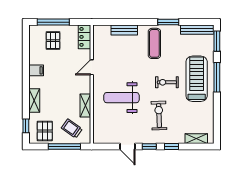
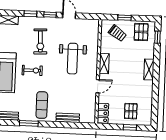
window: (53, 22) -> (130, 127), width x0.46
filing cabinet: (36, 70) -> (147, 86), removed
weight bench: (121, 98) -> (73, 59), turned 90
shelving: (34, 101) -> (149, 70), moved
shelving: (85, 106) -> (104, 64), moved
window: (64, 147) -> (125, 18), width x0.46

